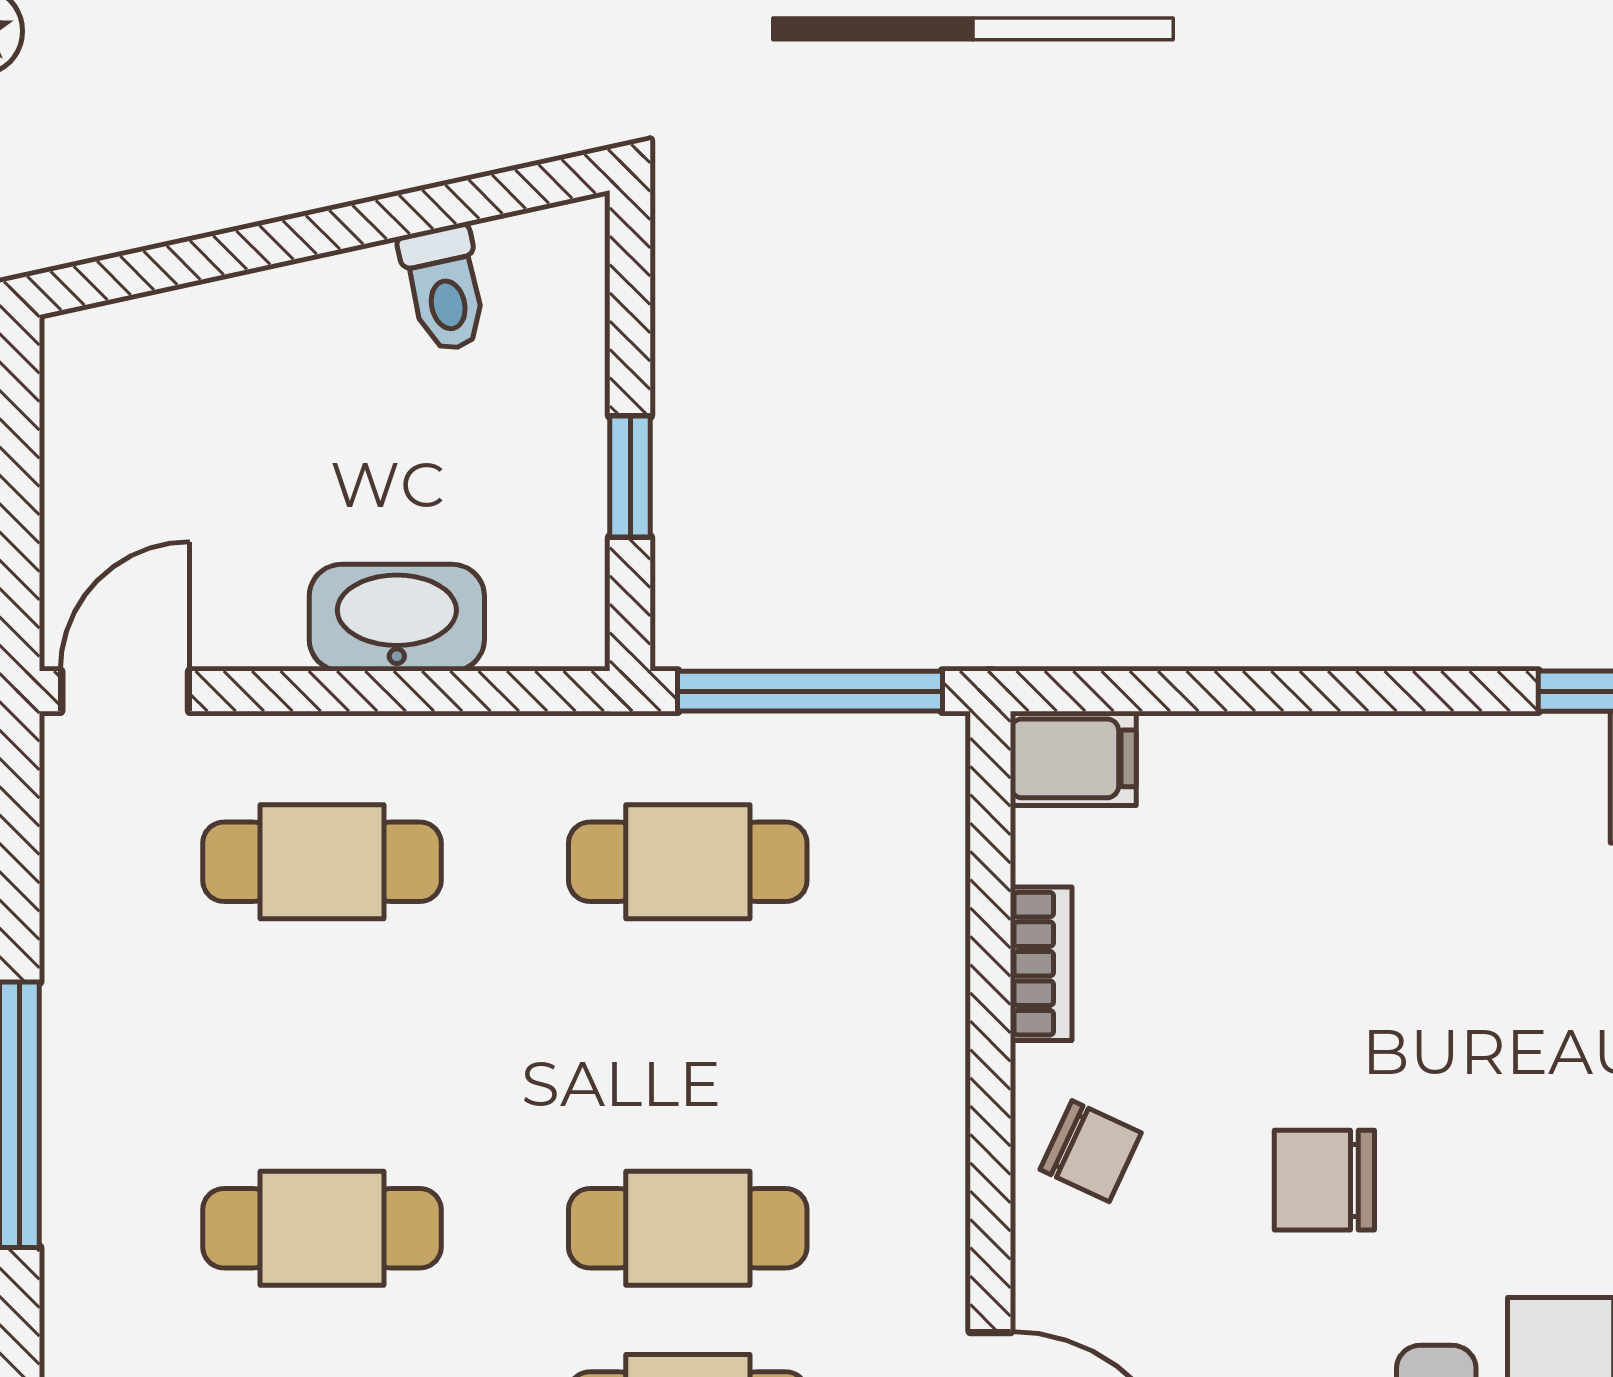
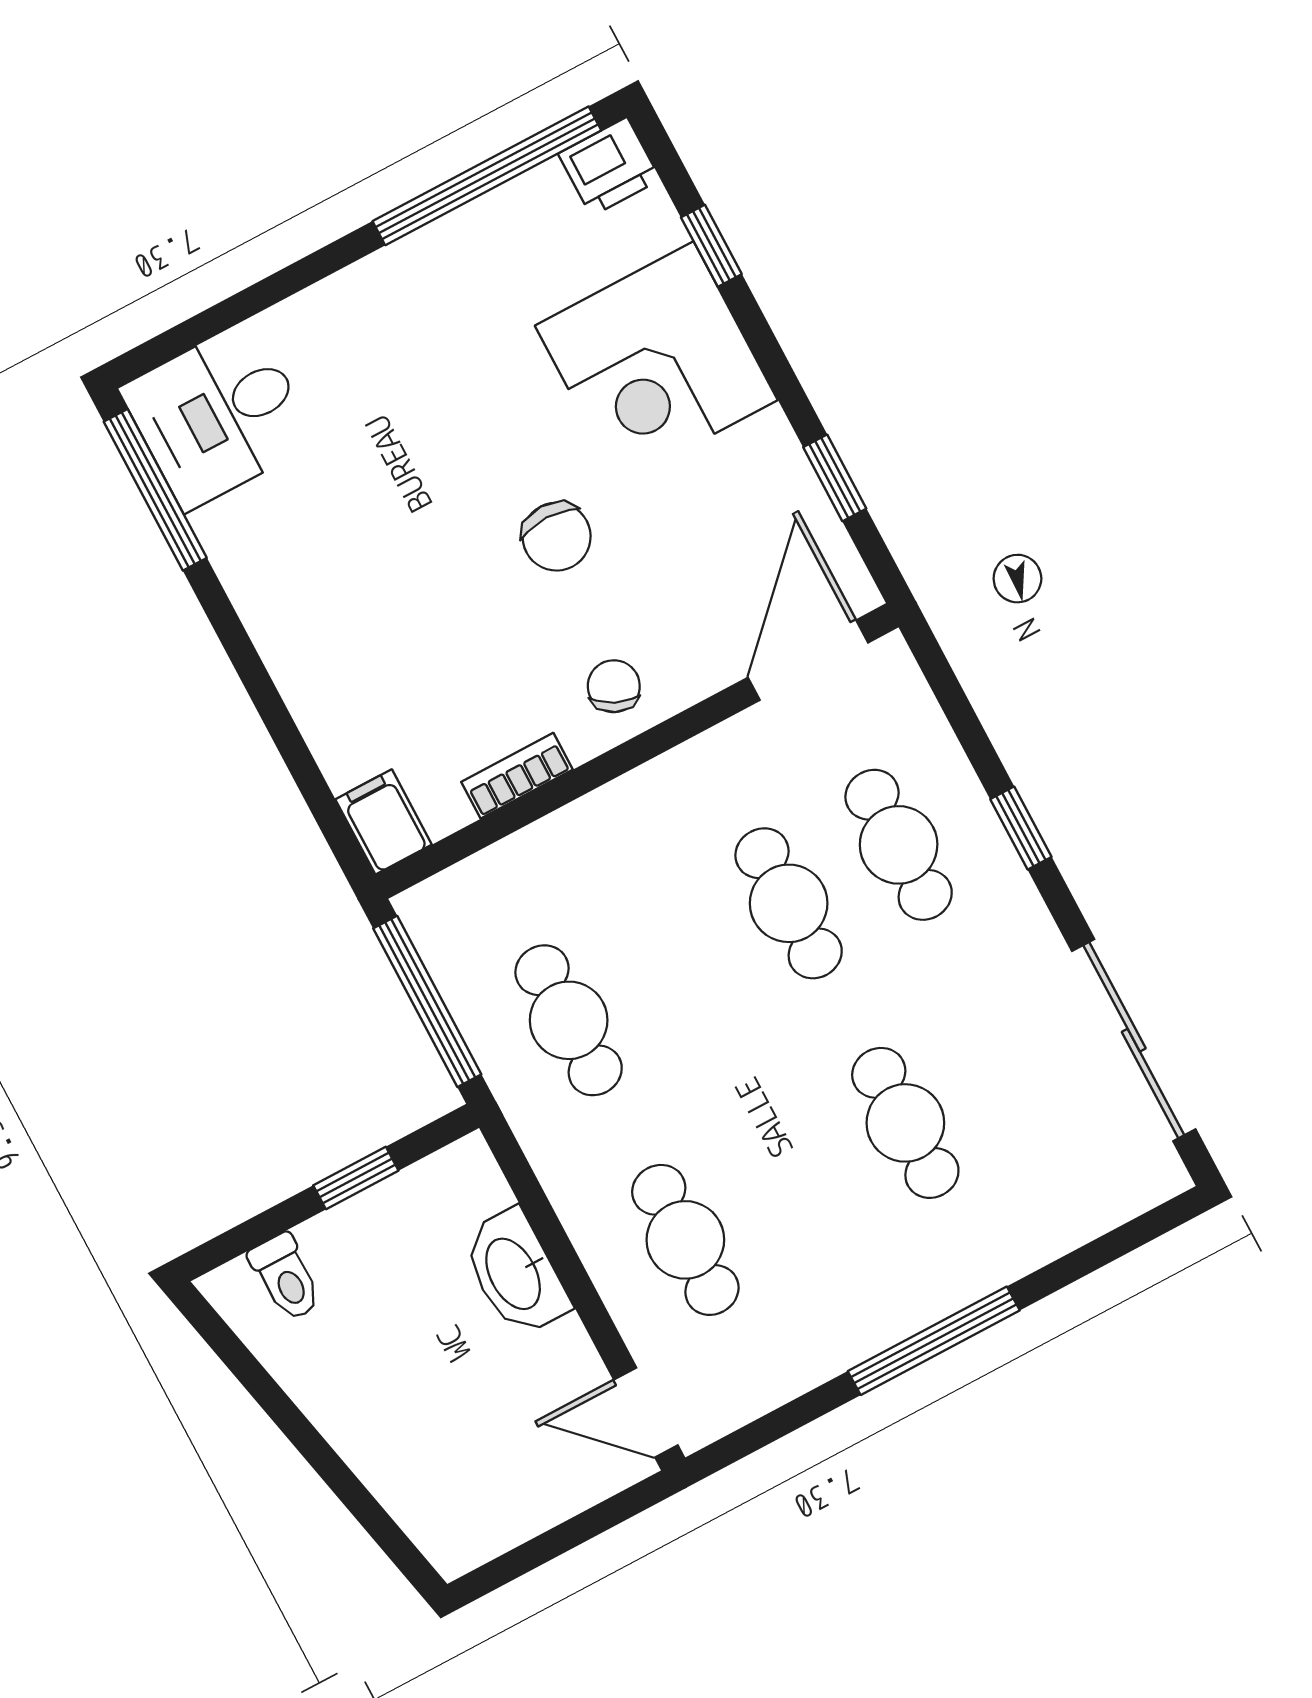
toilet: (445, 288) -> (286, 1277), moved, turned 102

